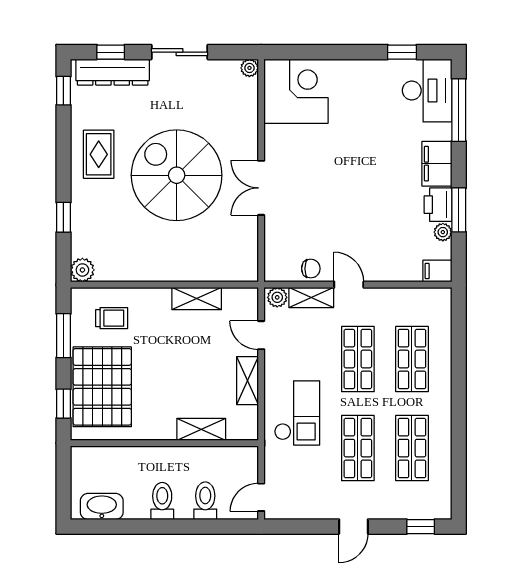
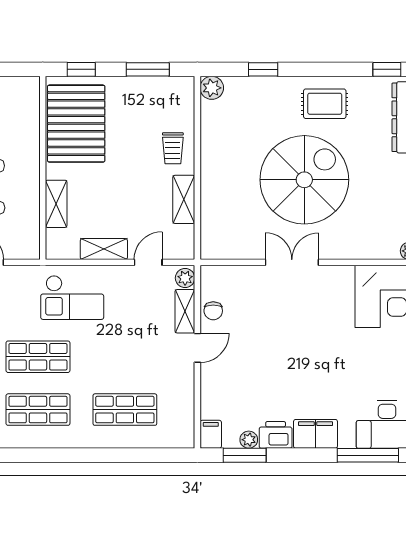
window: (459, 210) -> (245, 455), moved
trolley: (112, 318) -> (173, 148), moved
shop shelf: (358, 359) -> (125, 357), removed
pallet: (102, 387) -> (76, 124), moved, turned 90

